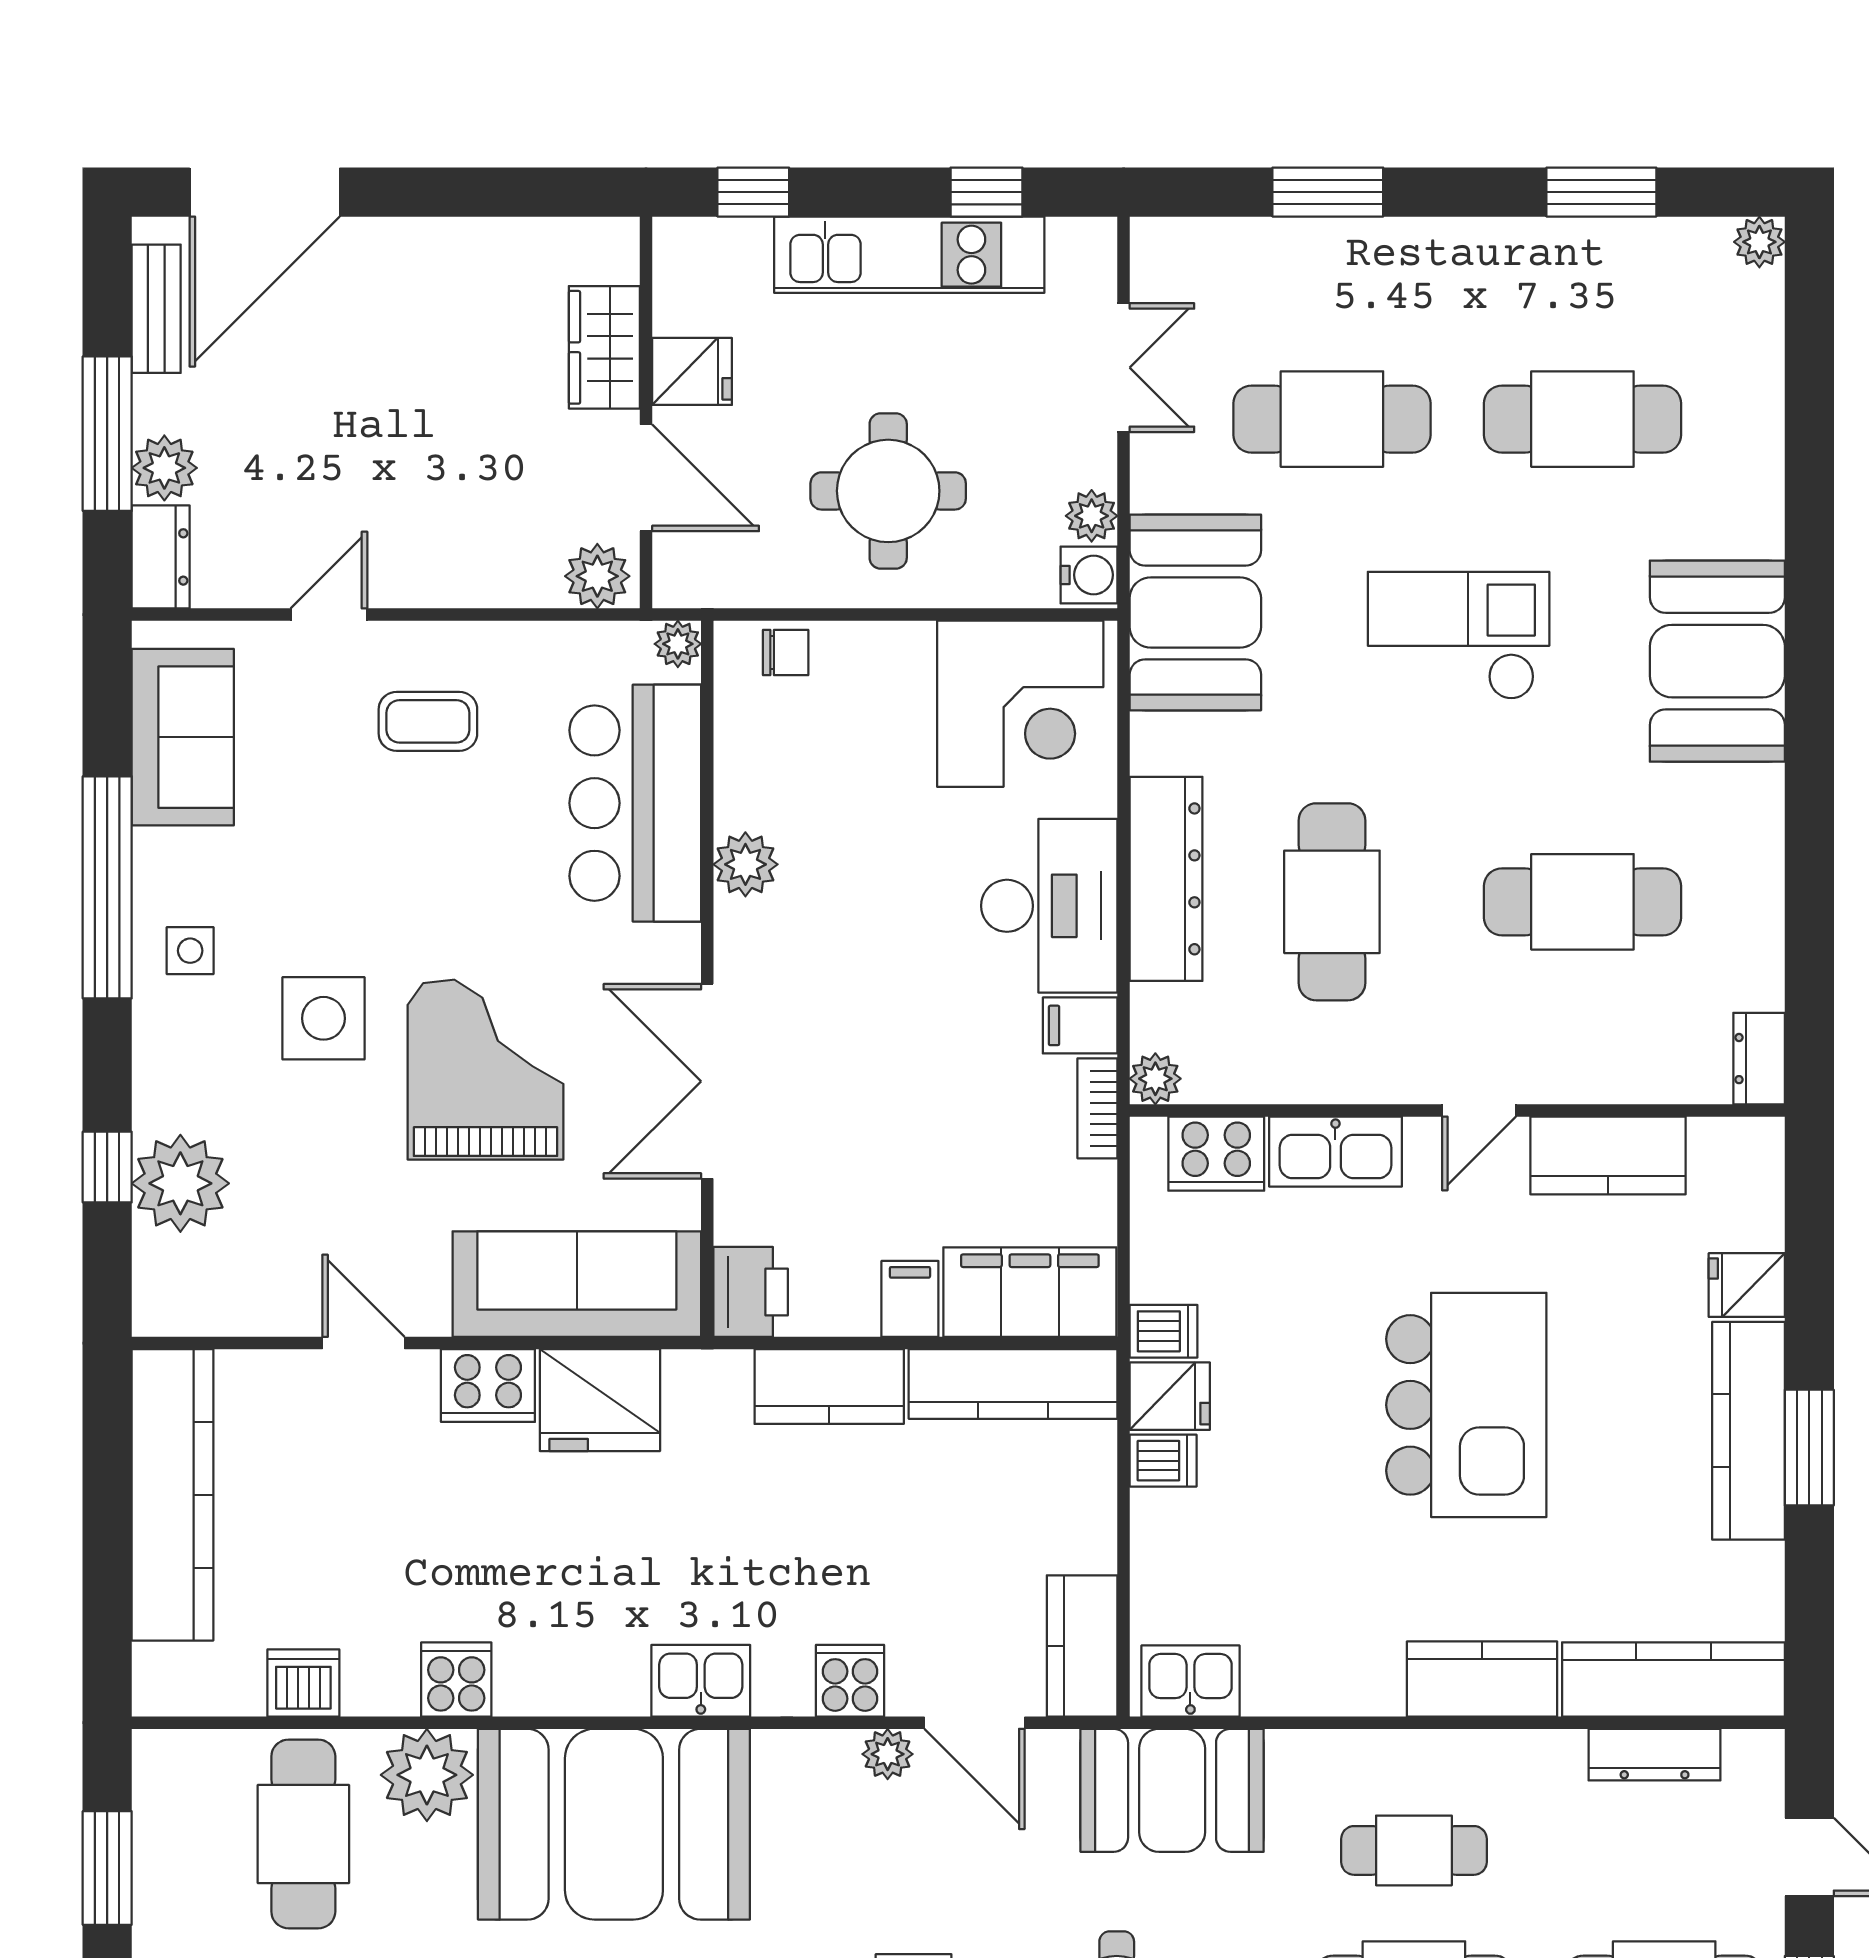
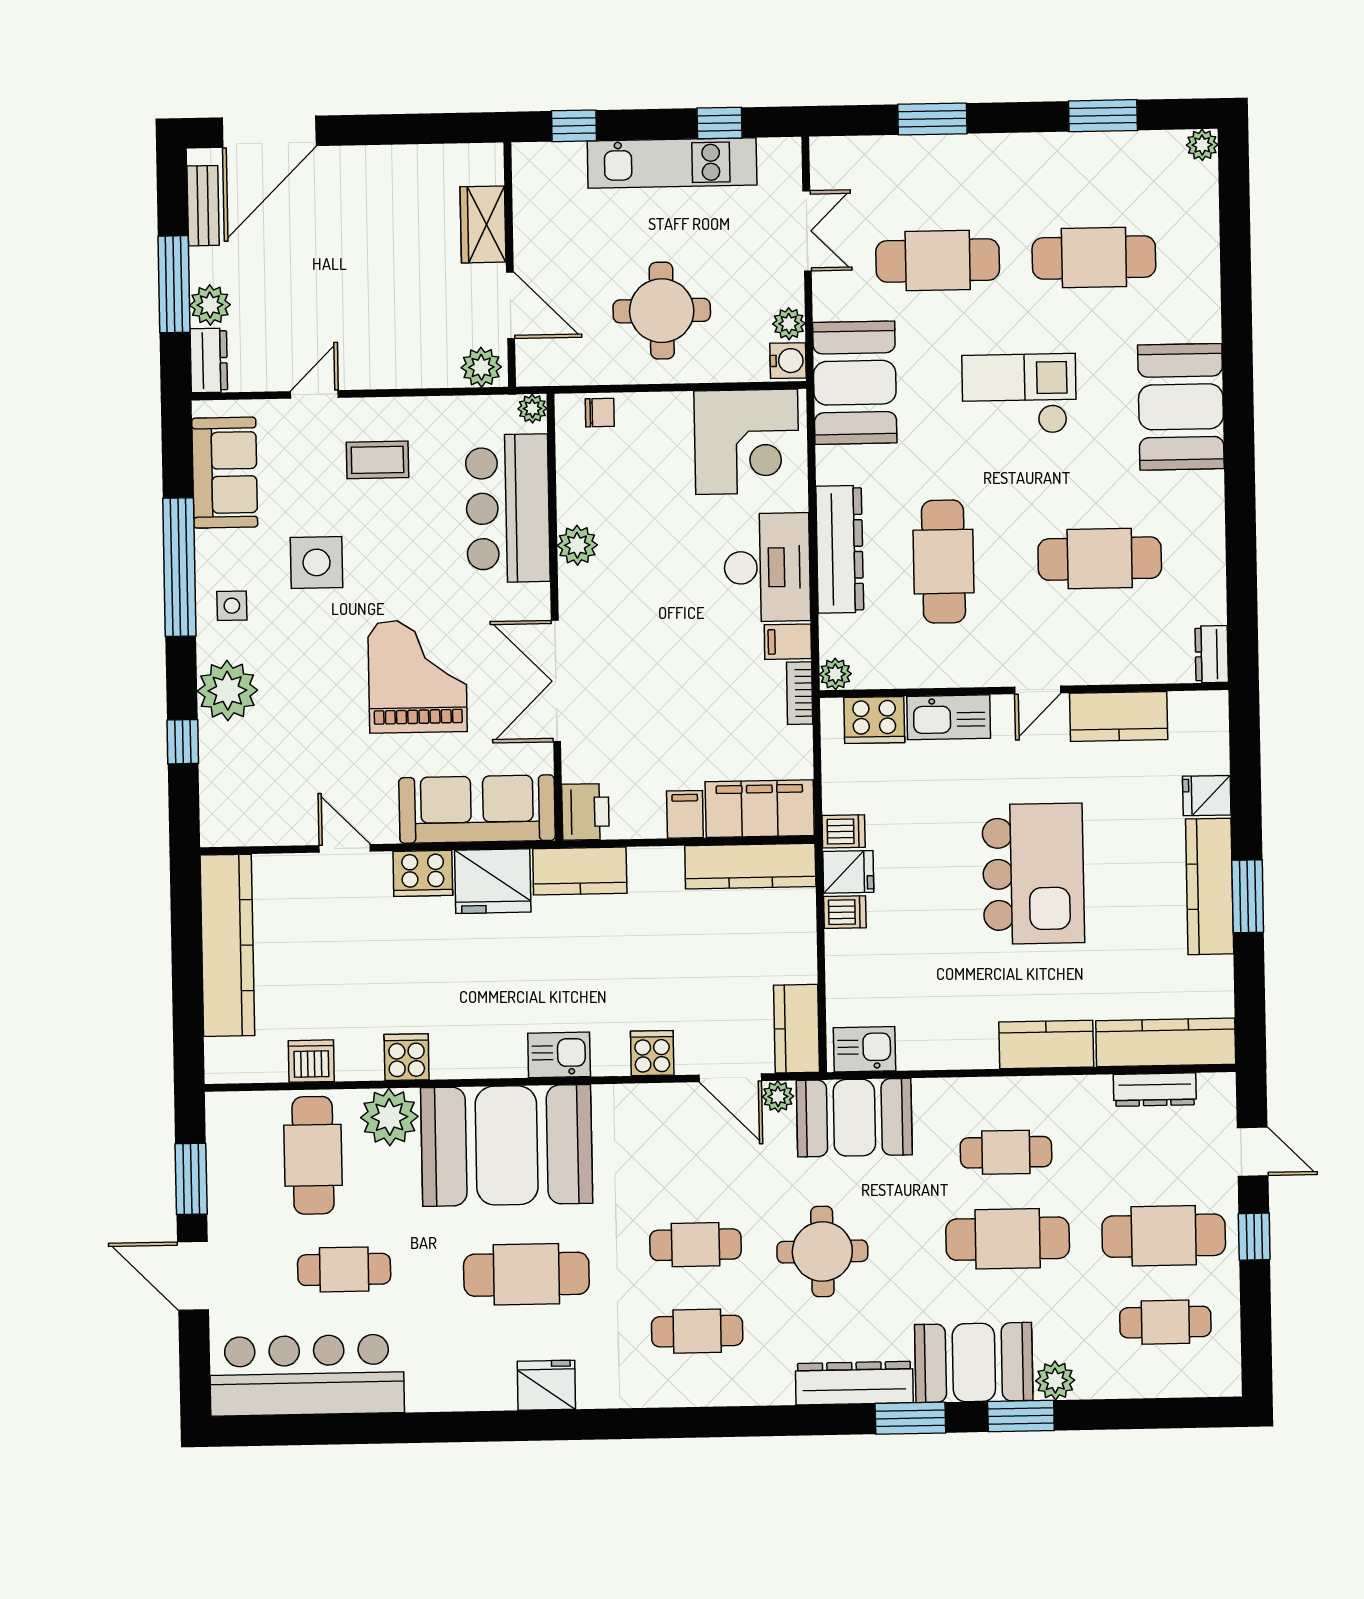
fridge: (692, 371) -> (538, 238), removed
side table: (323, 1018) -> (317, 562), moved
plant: (180, 1183) -> (227, 691), moved
kitchen counter: (829, 1387) -> (580, 871), moved
plant: (888, 1754) -> (778, 1096), moved

